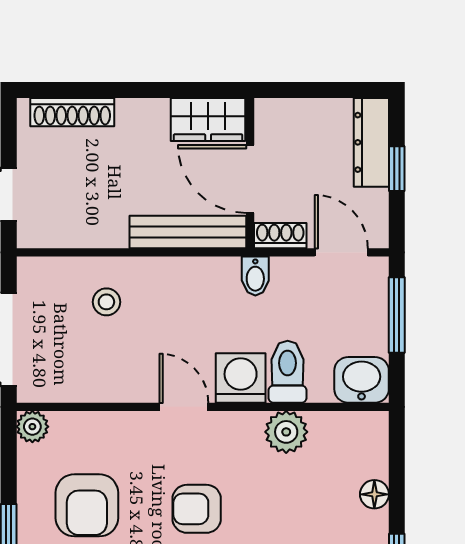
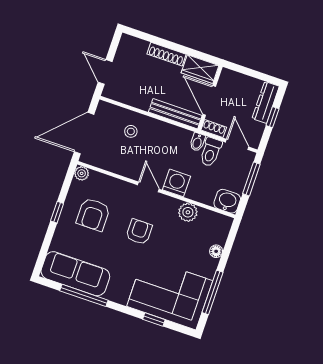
shoe rack: (72, 112) -> (166, 54), moved
toilet: (288, 372) -> (211, 152), moved, turned 180
armchair: (197, 509) -> (139, 232), turned 90

